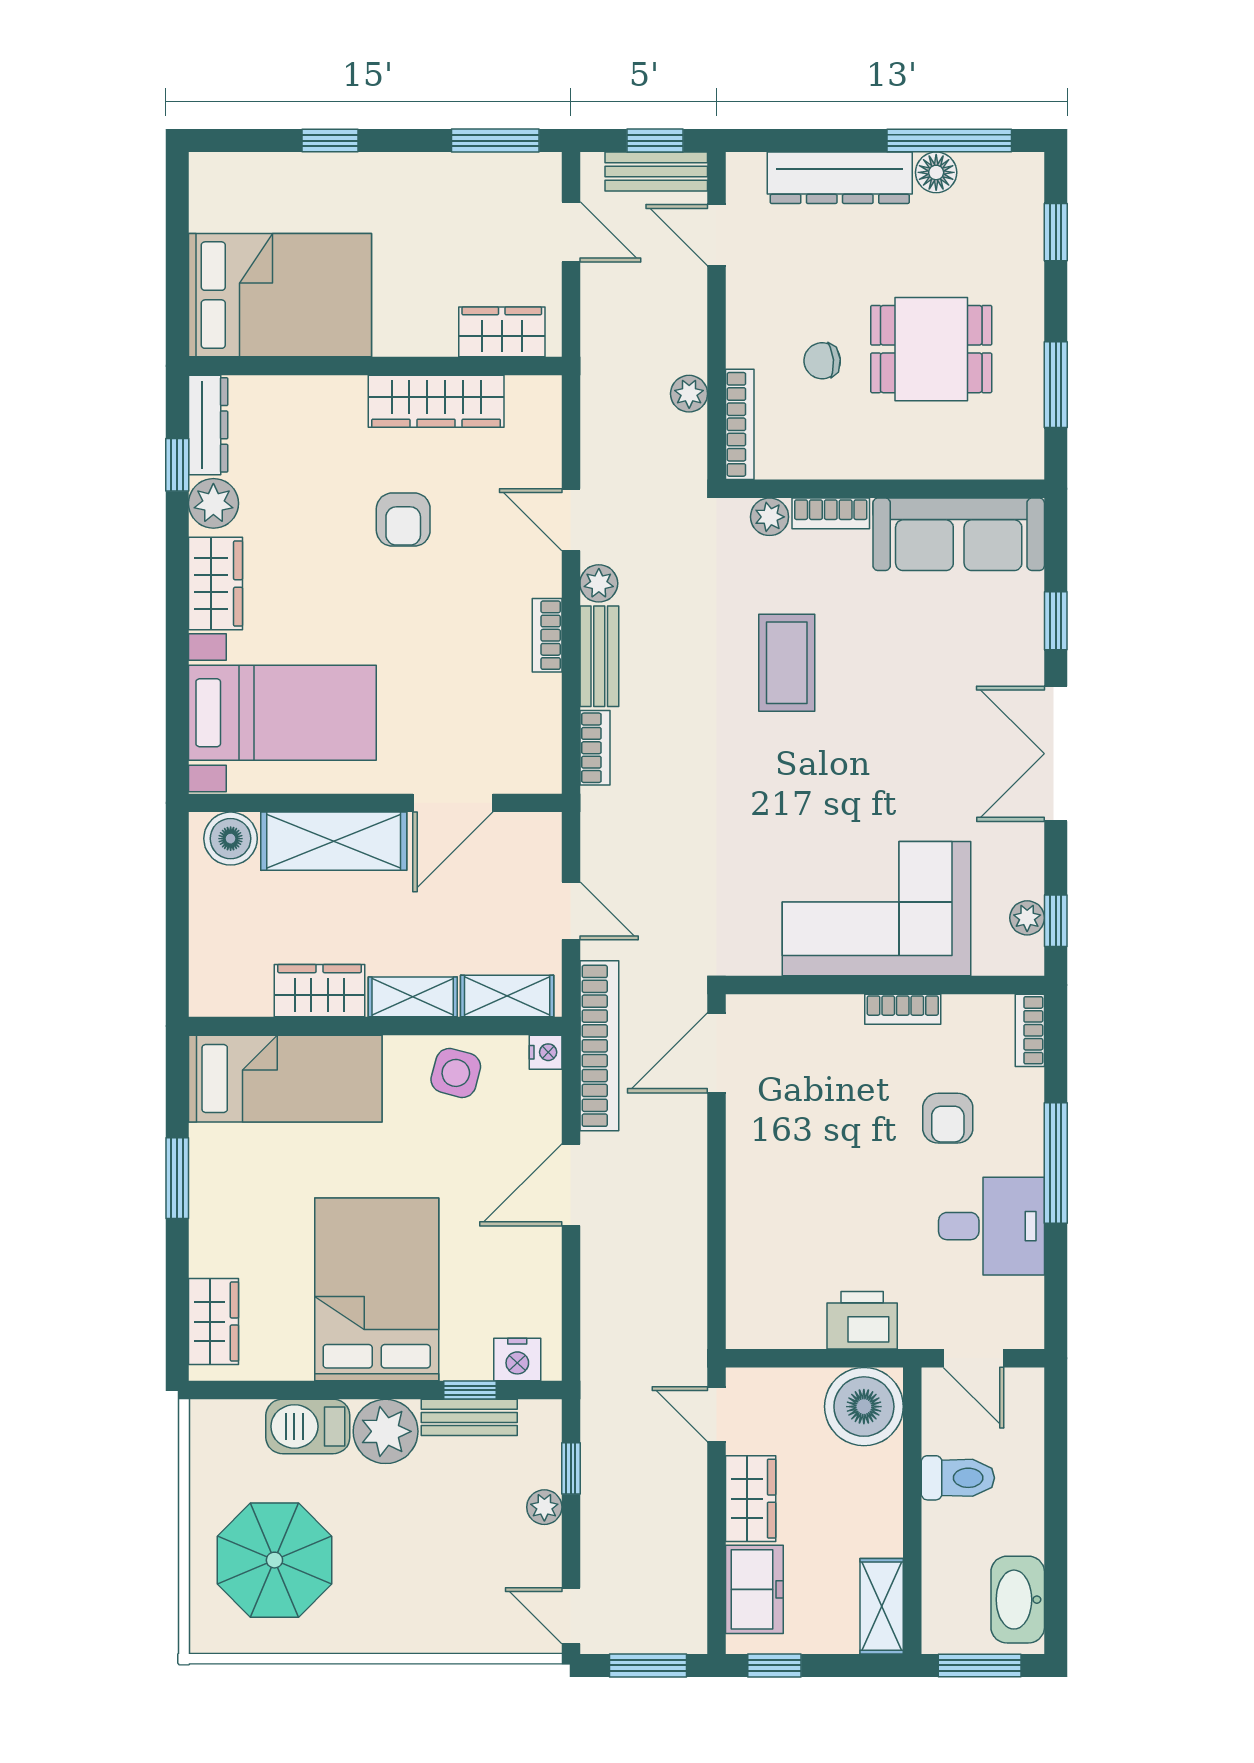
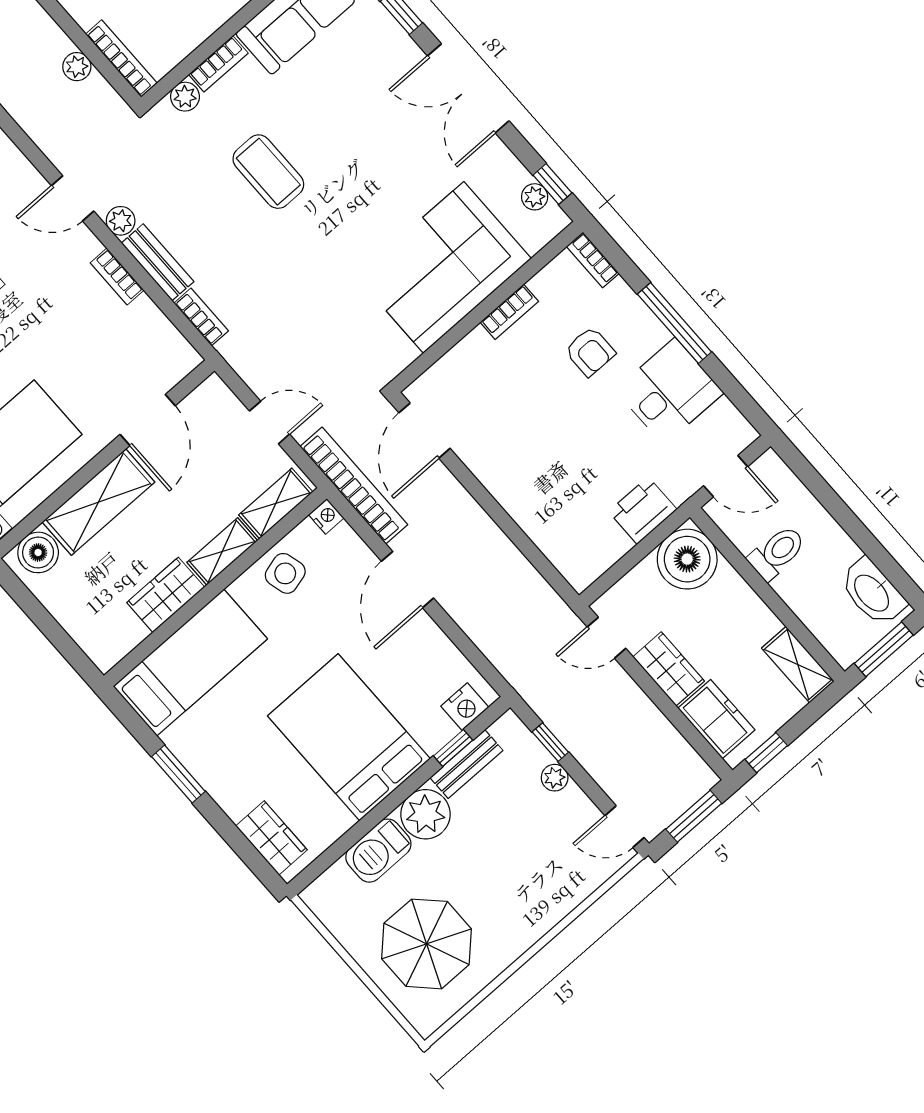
side table: (456, 1073) -> (285, 573), turned -30

